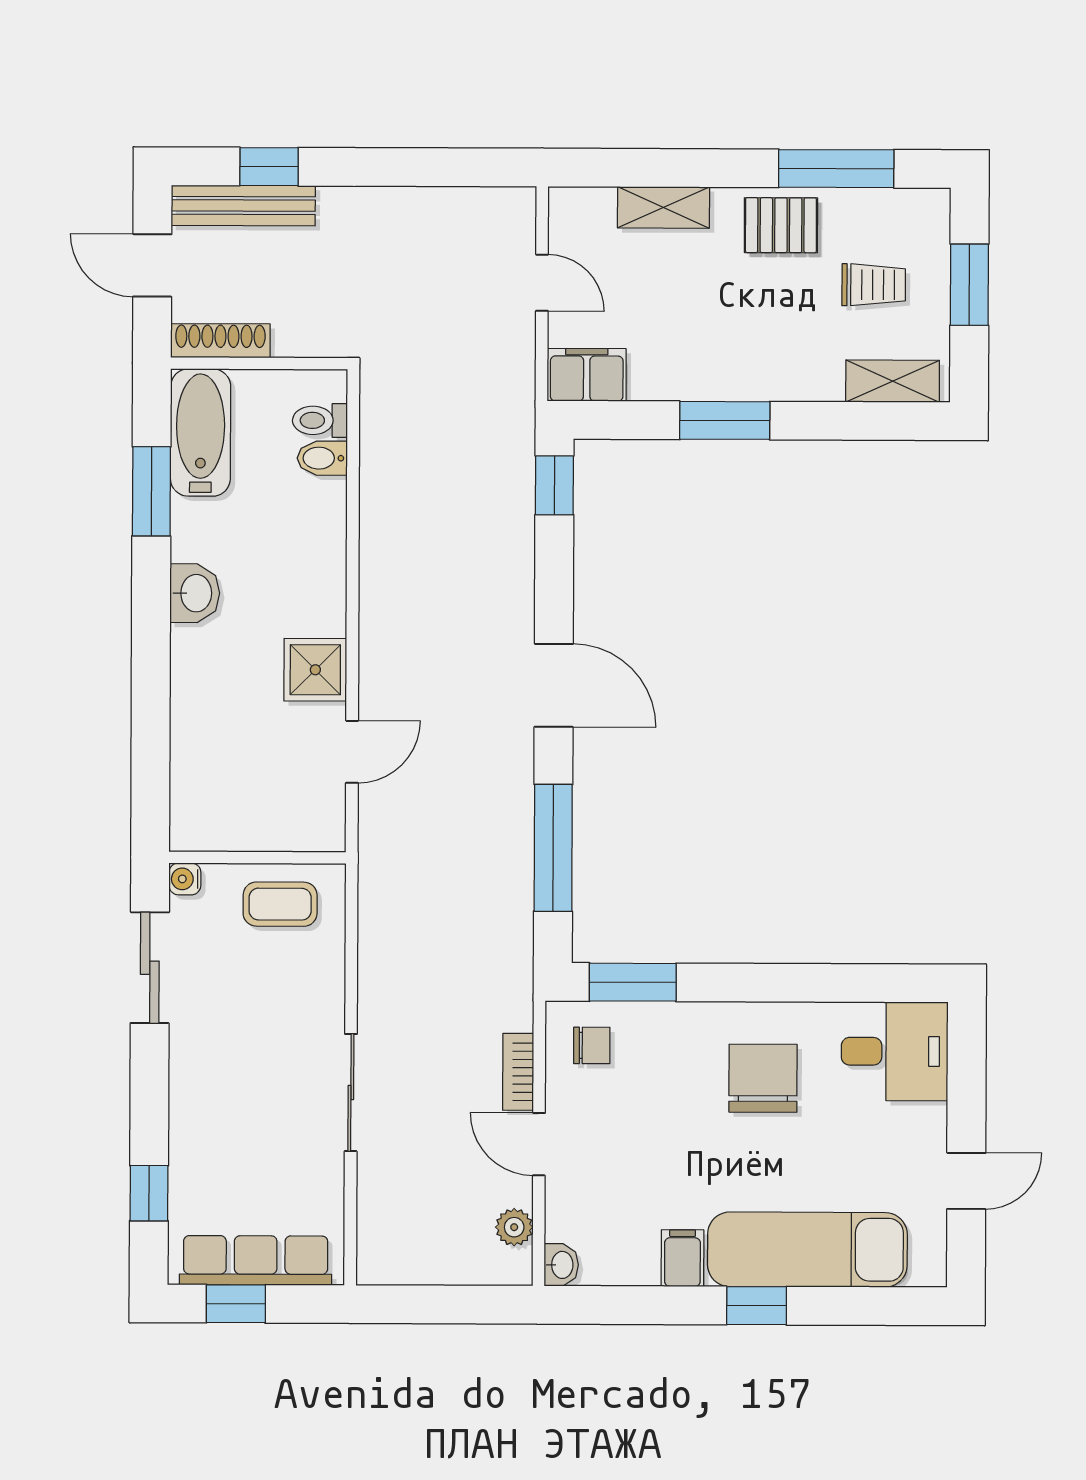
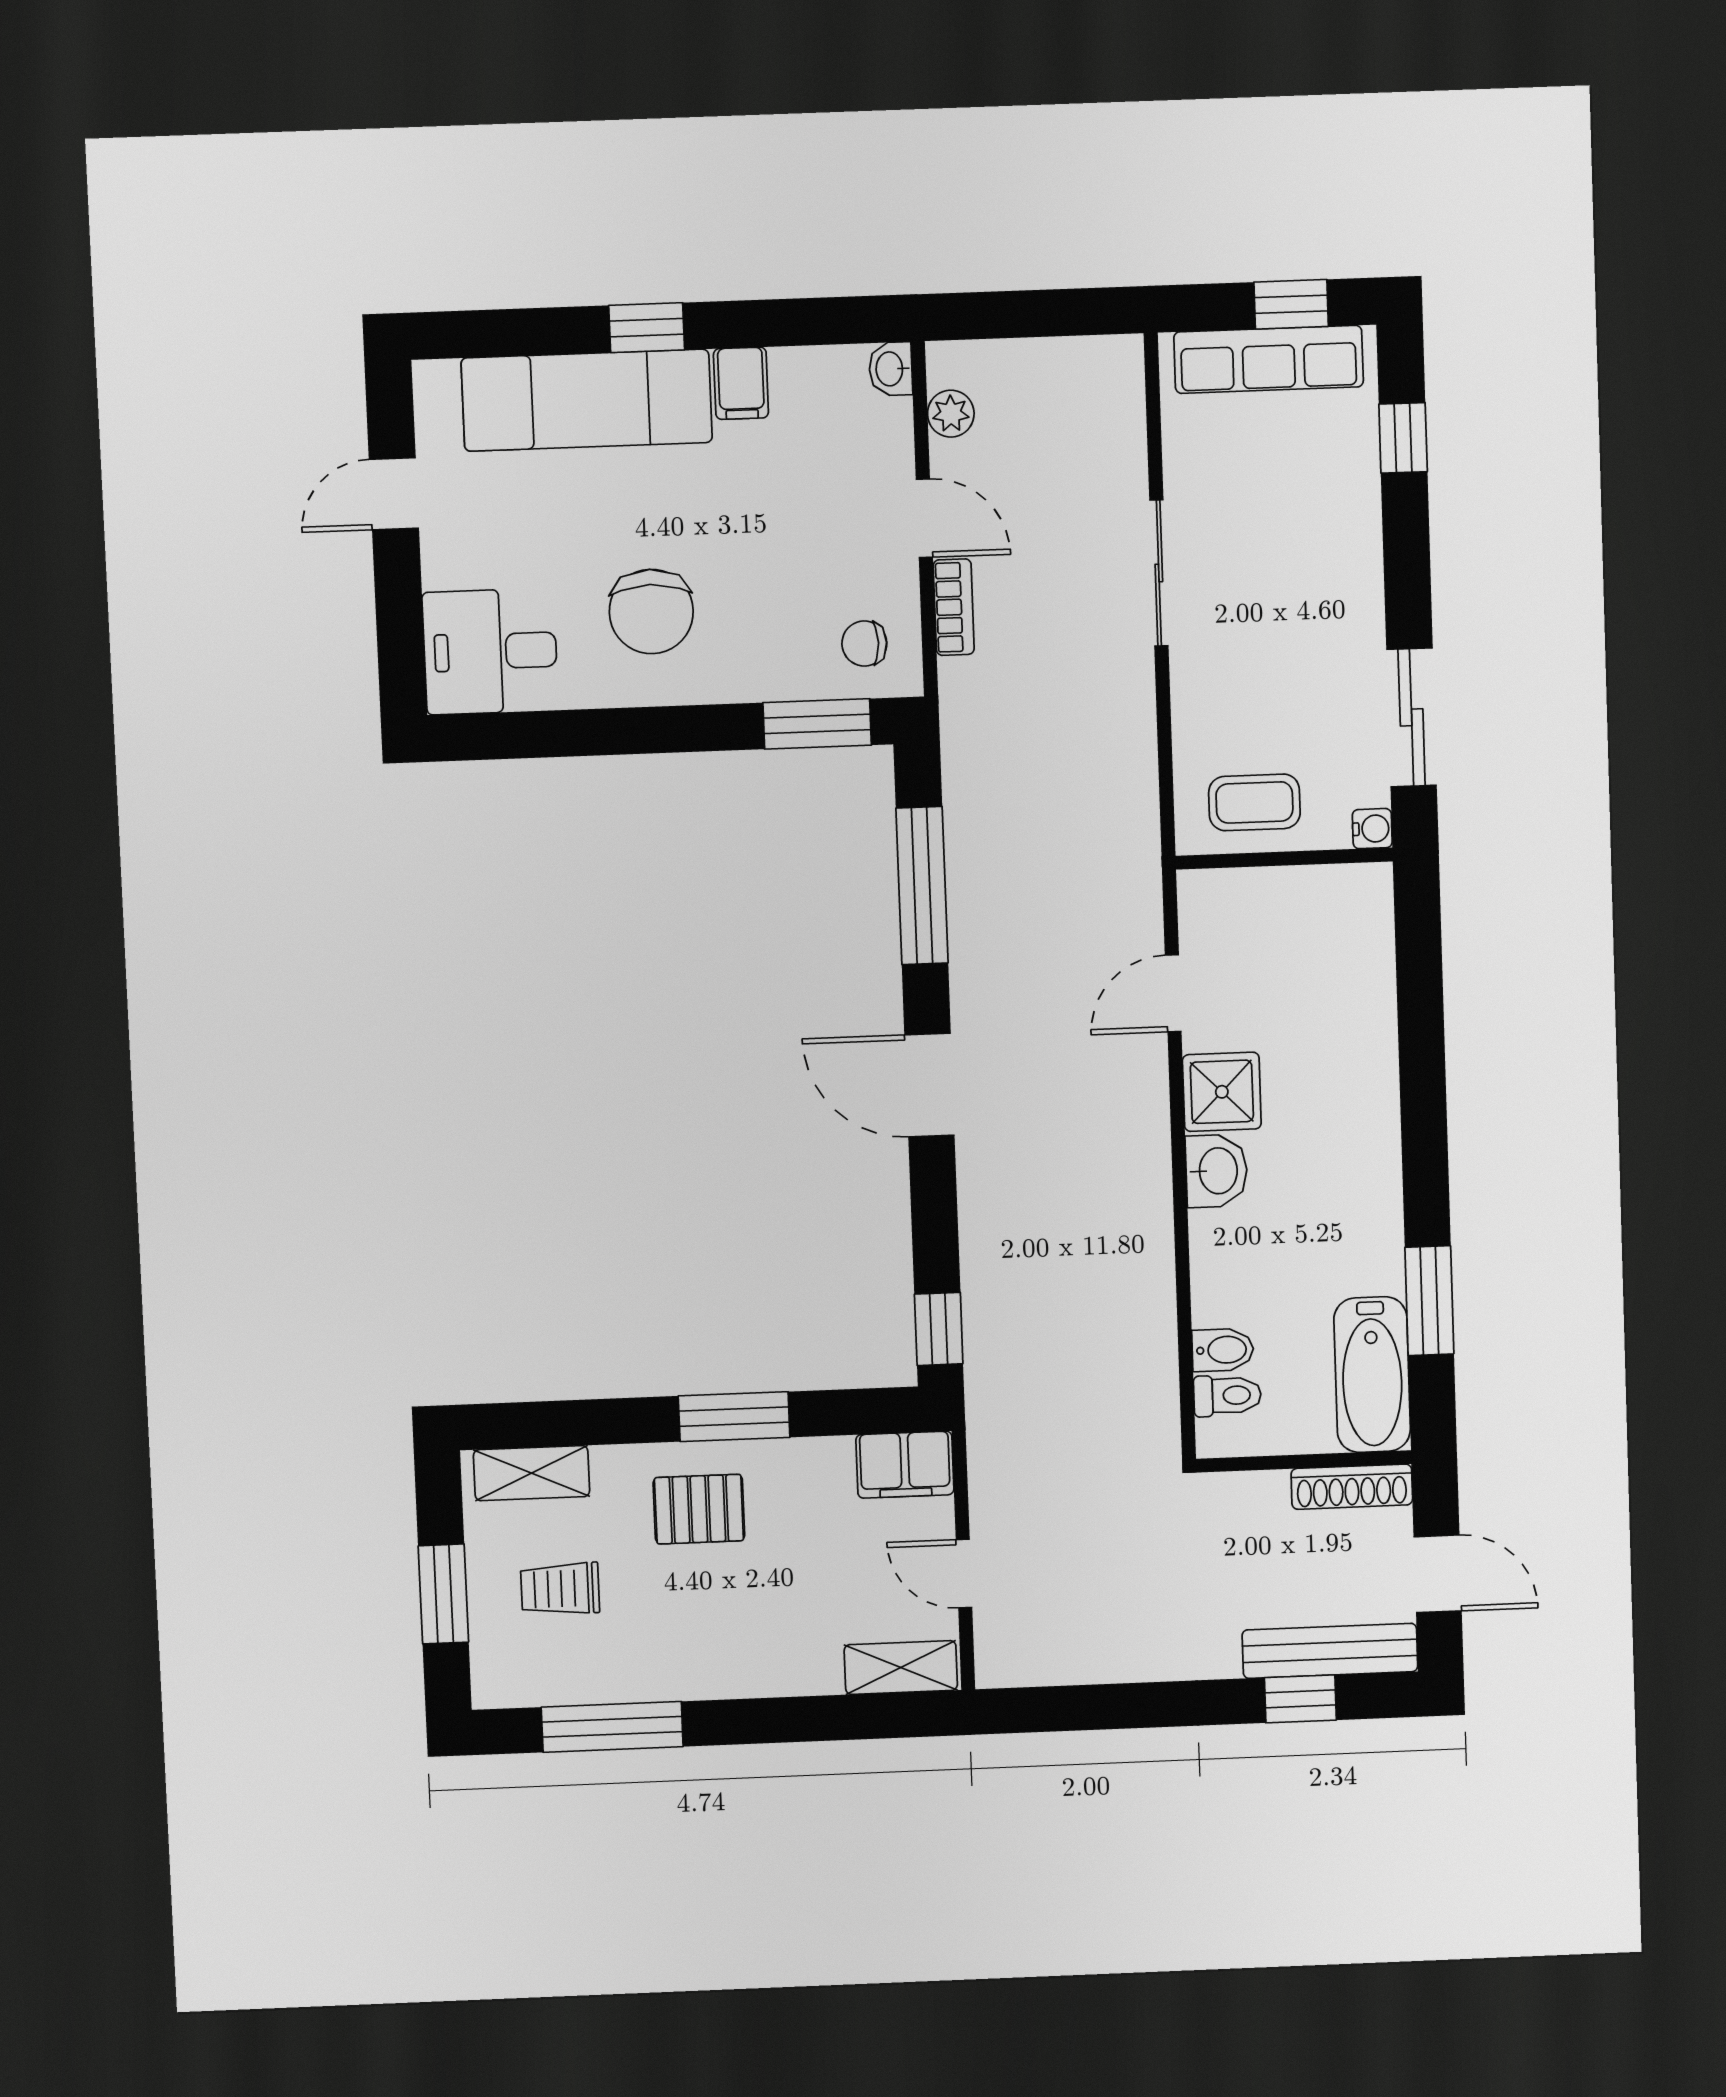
shelving: (663, 207) -> (901, 1668), moved
pallet: (781, 225) -> (699, 1509), moved
washbasin: (195, 593) -> (1217, 1171), moved, turned 180

